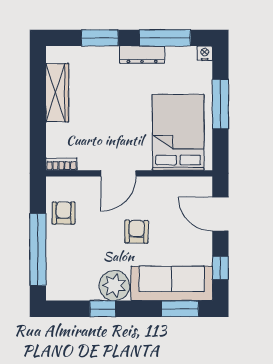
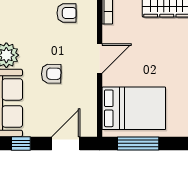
window: (220, 104) -> (138, 143), moved
door: (118, 173) -> (100, 59), swing flipped

